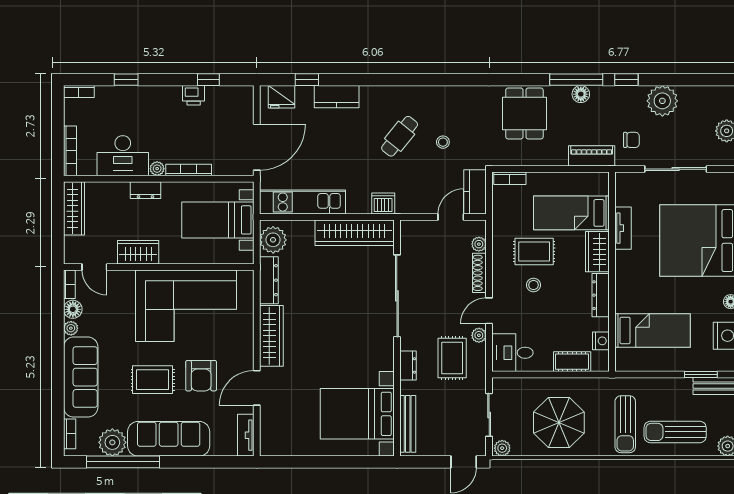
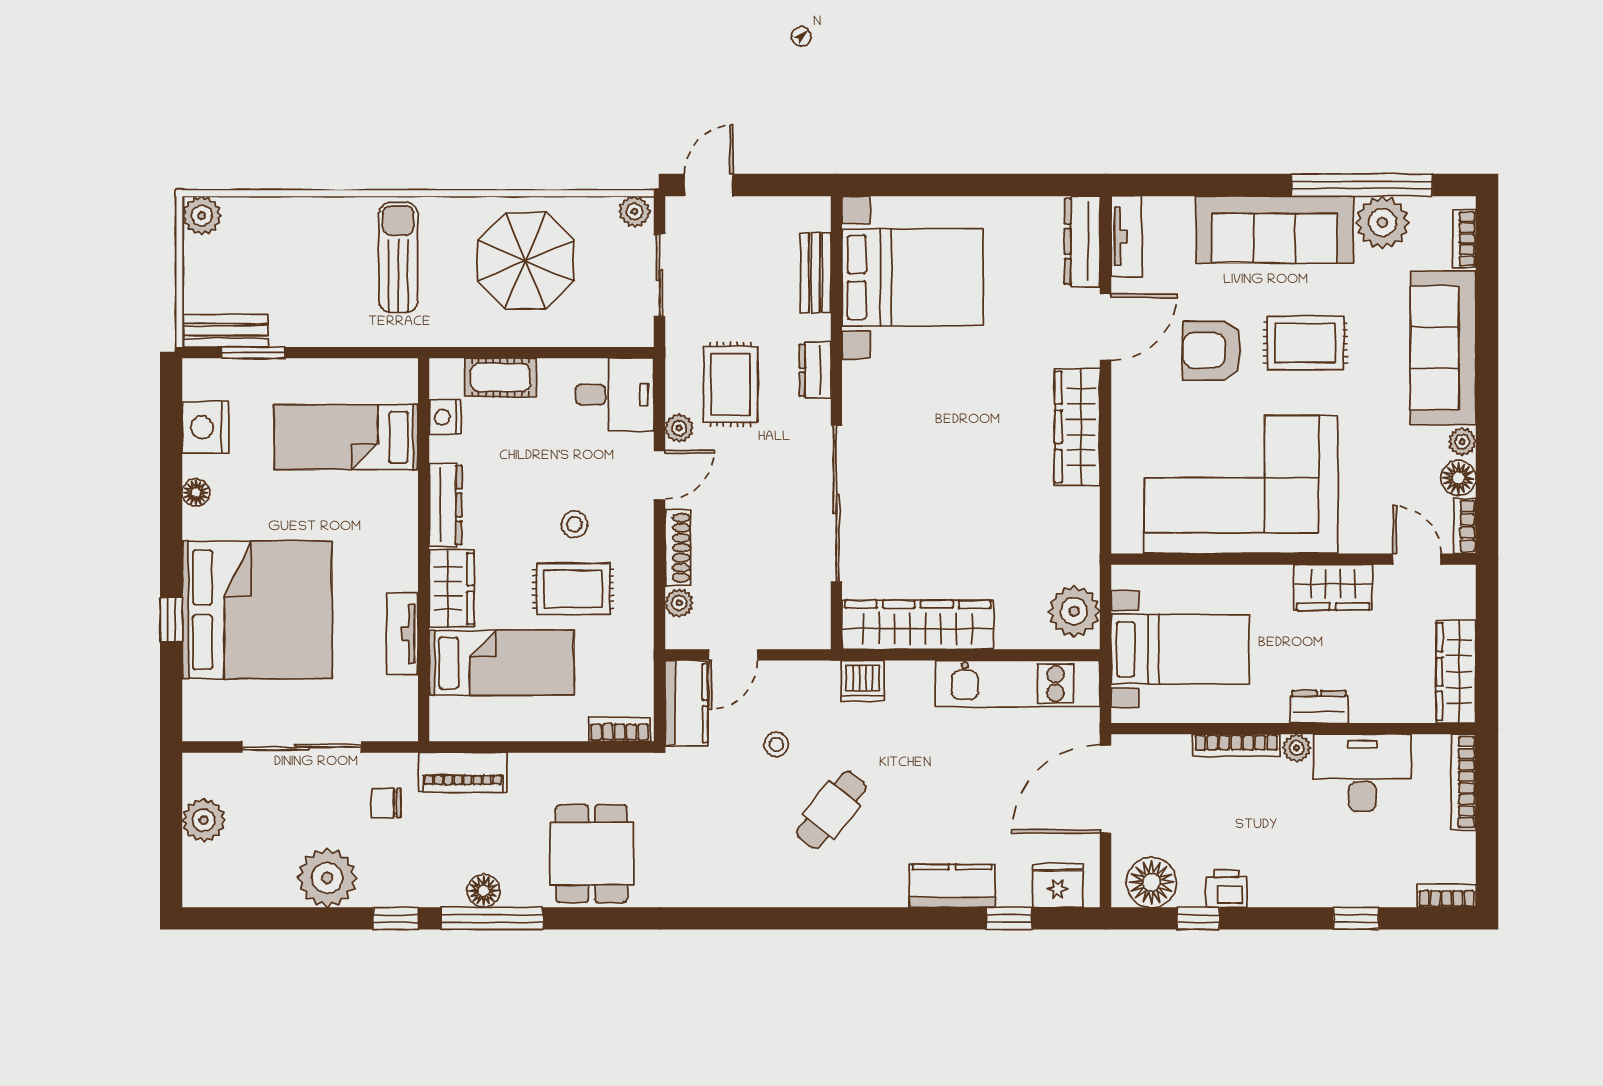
floor lamp: (233, 99) -> (1151, 882), added
stool: (443, 142) -> (776, 744), moved
dresser: (269, 280) -> (1082, 241), moved
armchair: (201, 376) -> (1212, 350), turned -90
bench: (408, 424) -> (816, 273), width x0.73
sun lounger: (675, 432) -> (303, 243), removed

